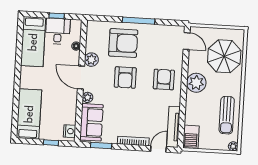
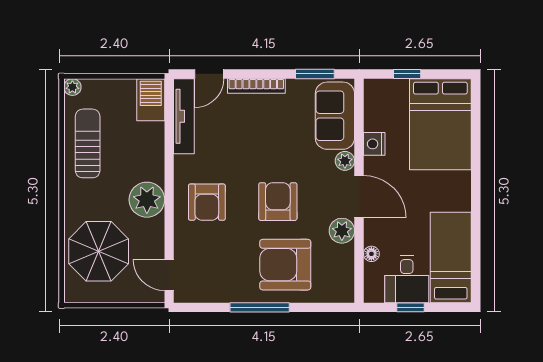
bed: (29, 114) -> (440, 124), width x1.50
nightstand: (70, 131) -> (374, 144), moved

